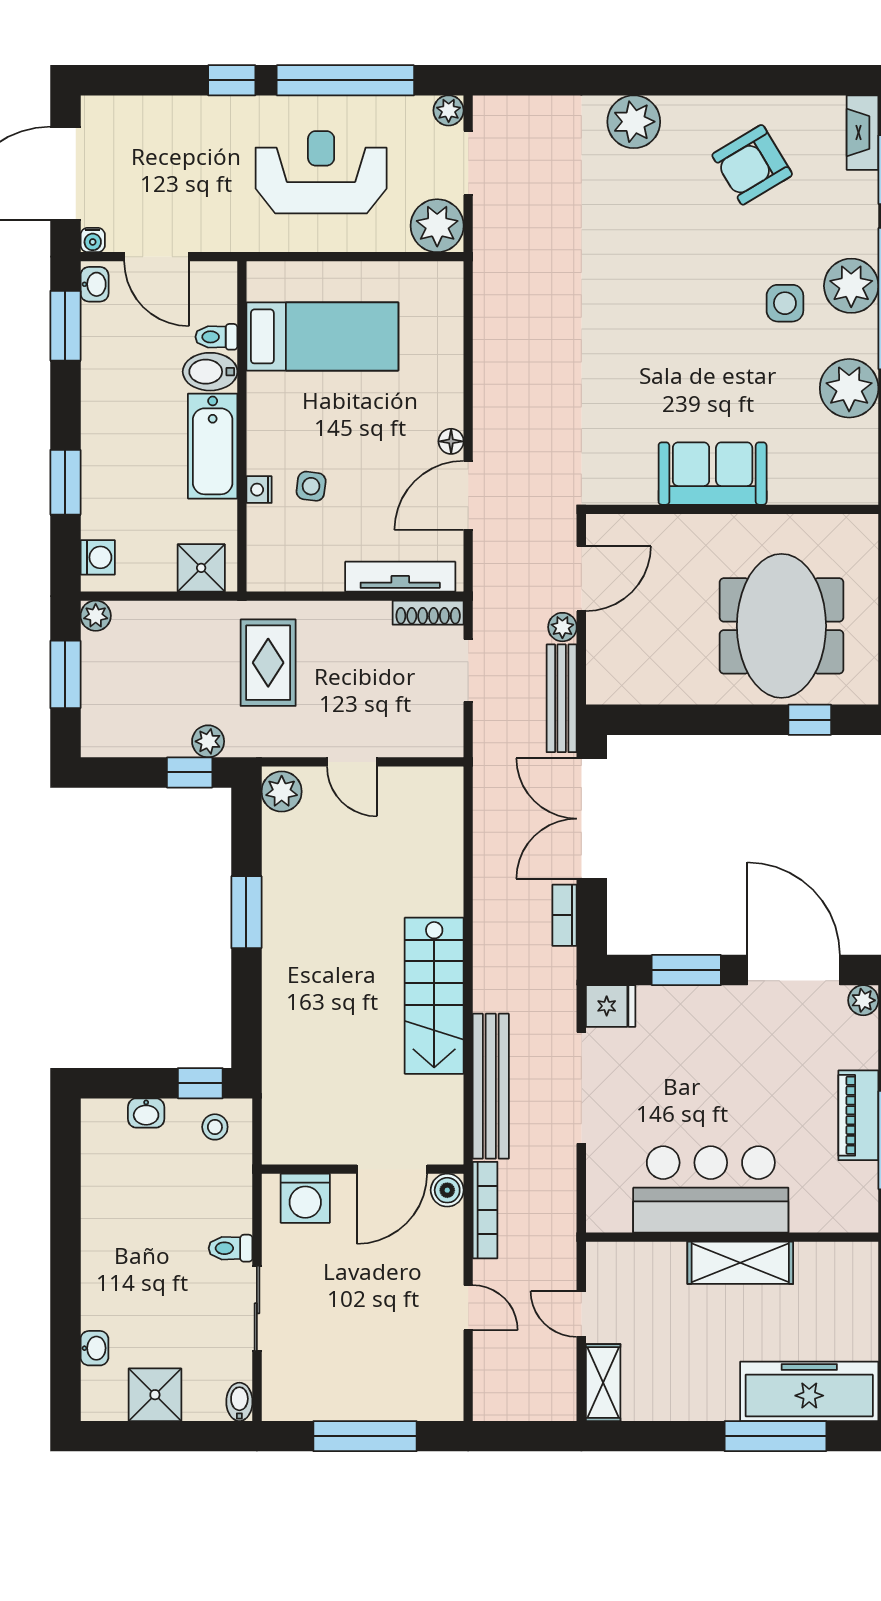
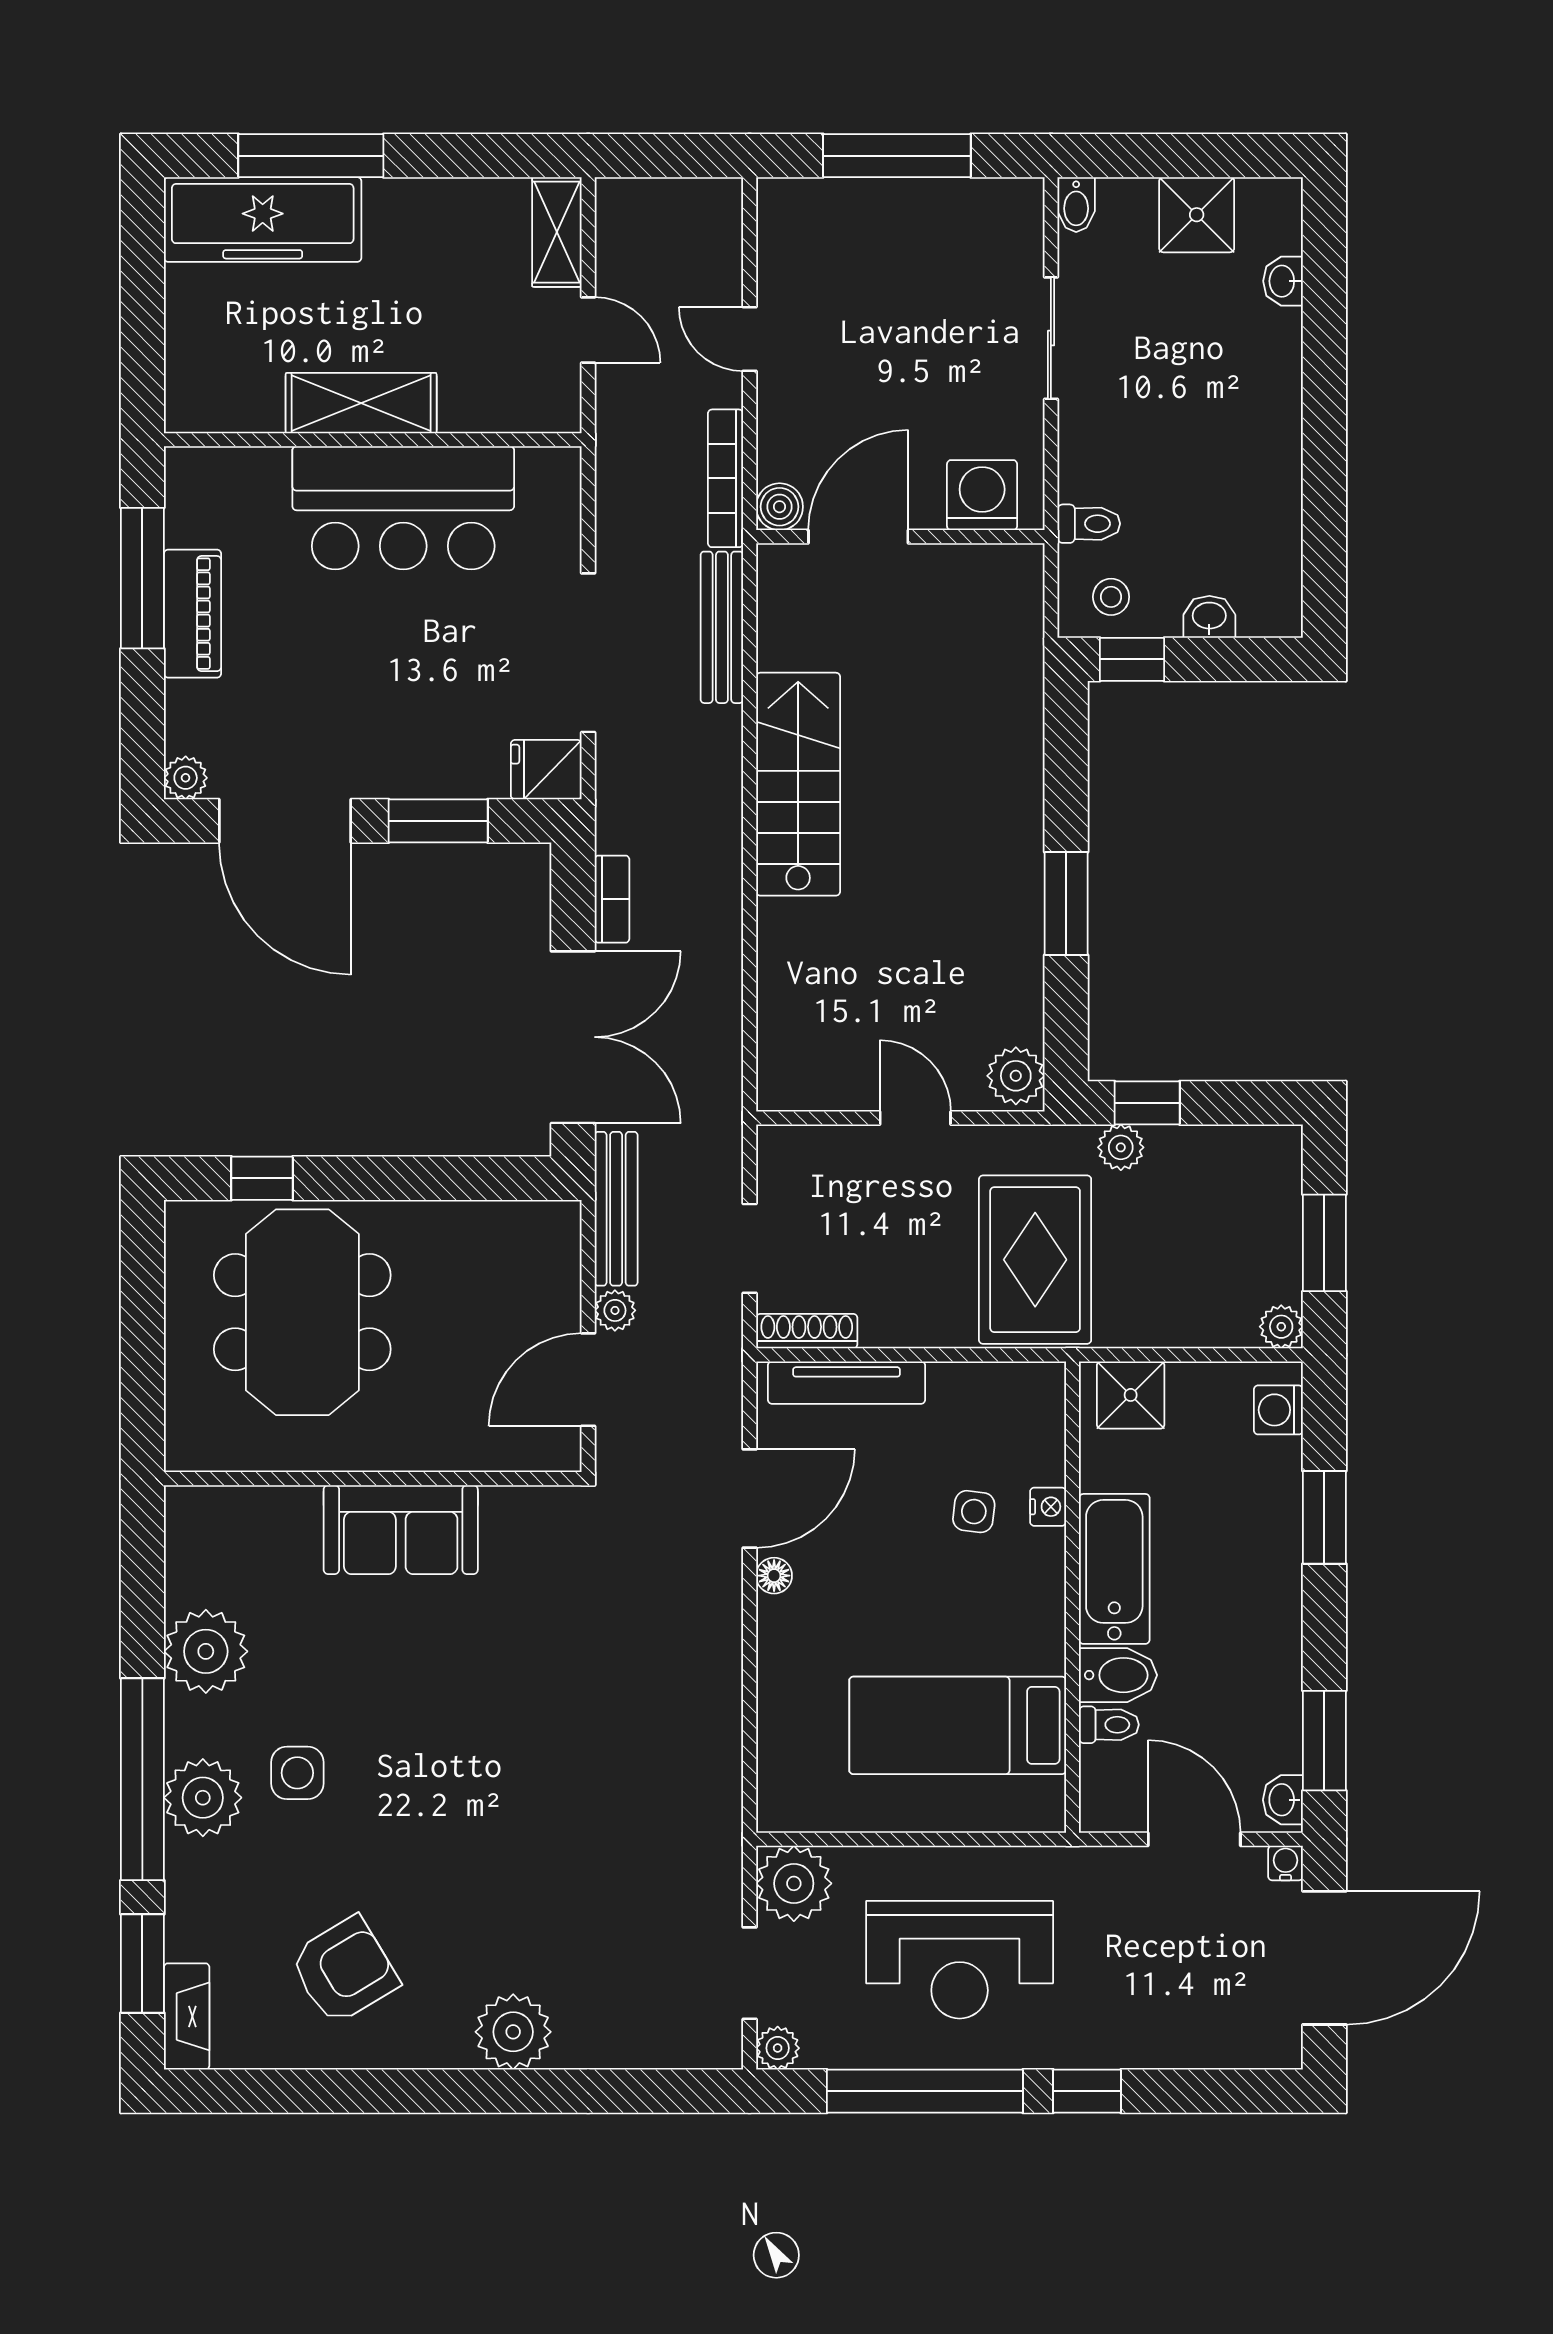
rug: (268, 663) -> (1035, 1260), width x1.36, depth x1.43
bench: (491, 1086) -> (722, 627), width x0.73, depth x0.82
toilet: (231, 1248) -> (1089, 524), moved

